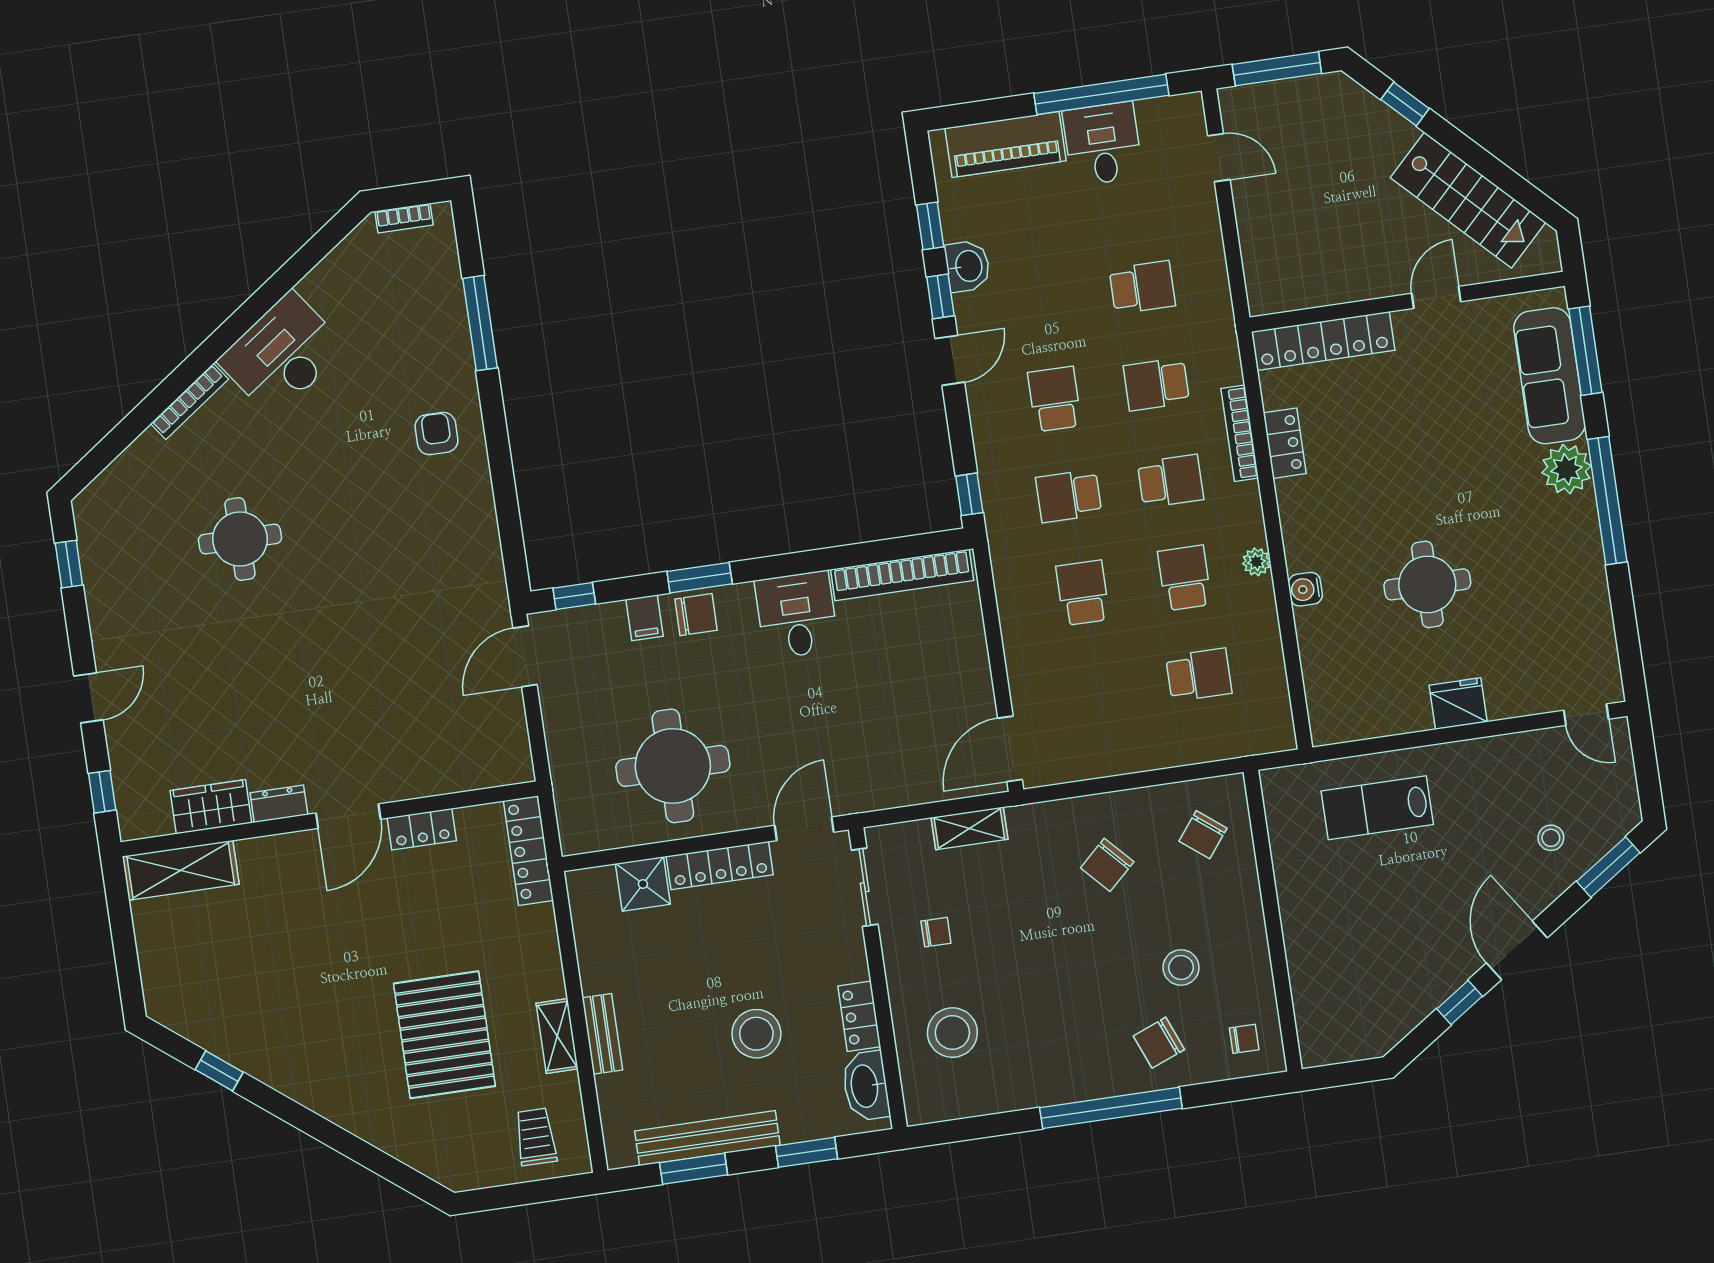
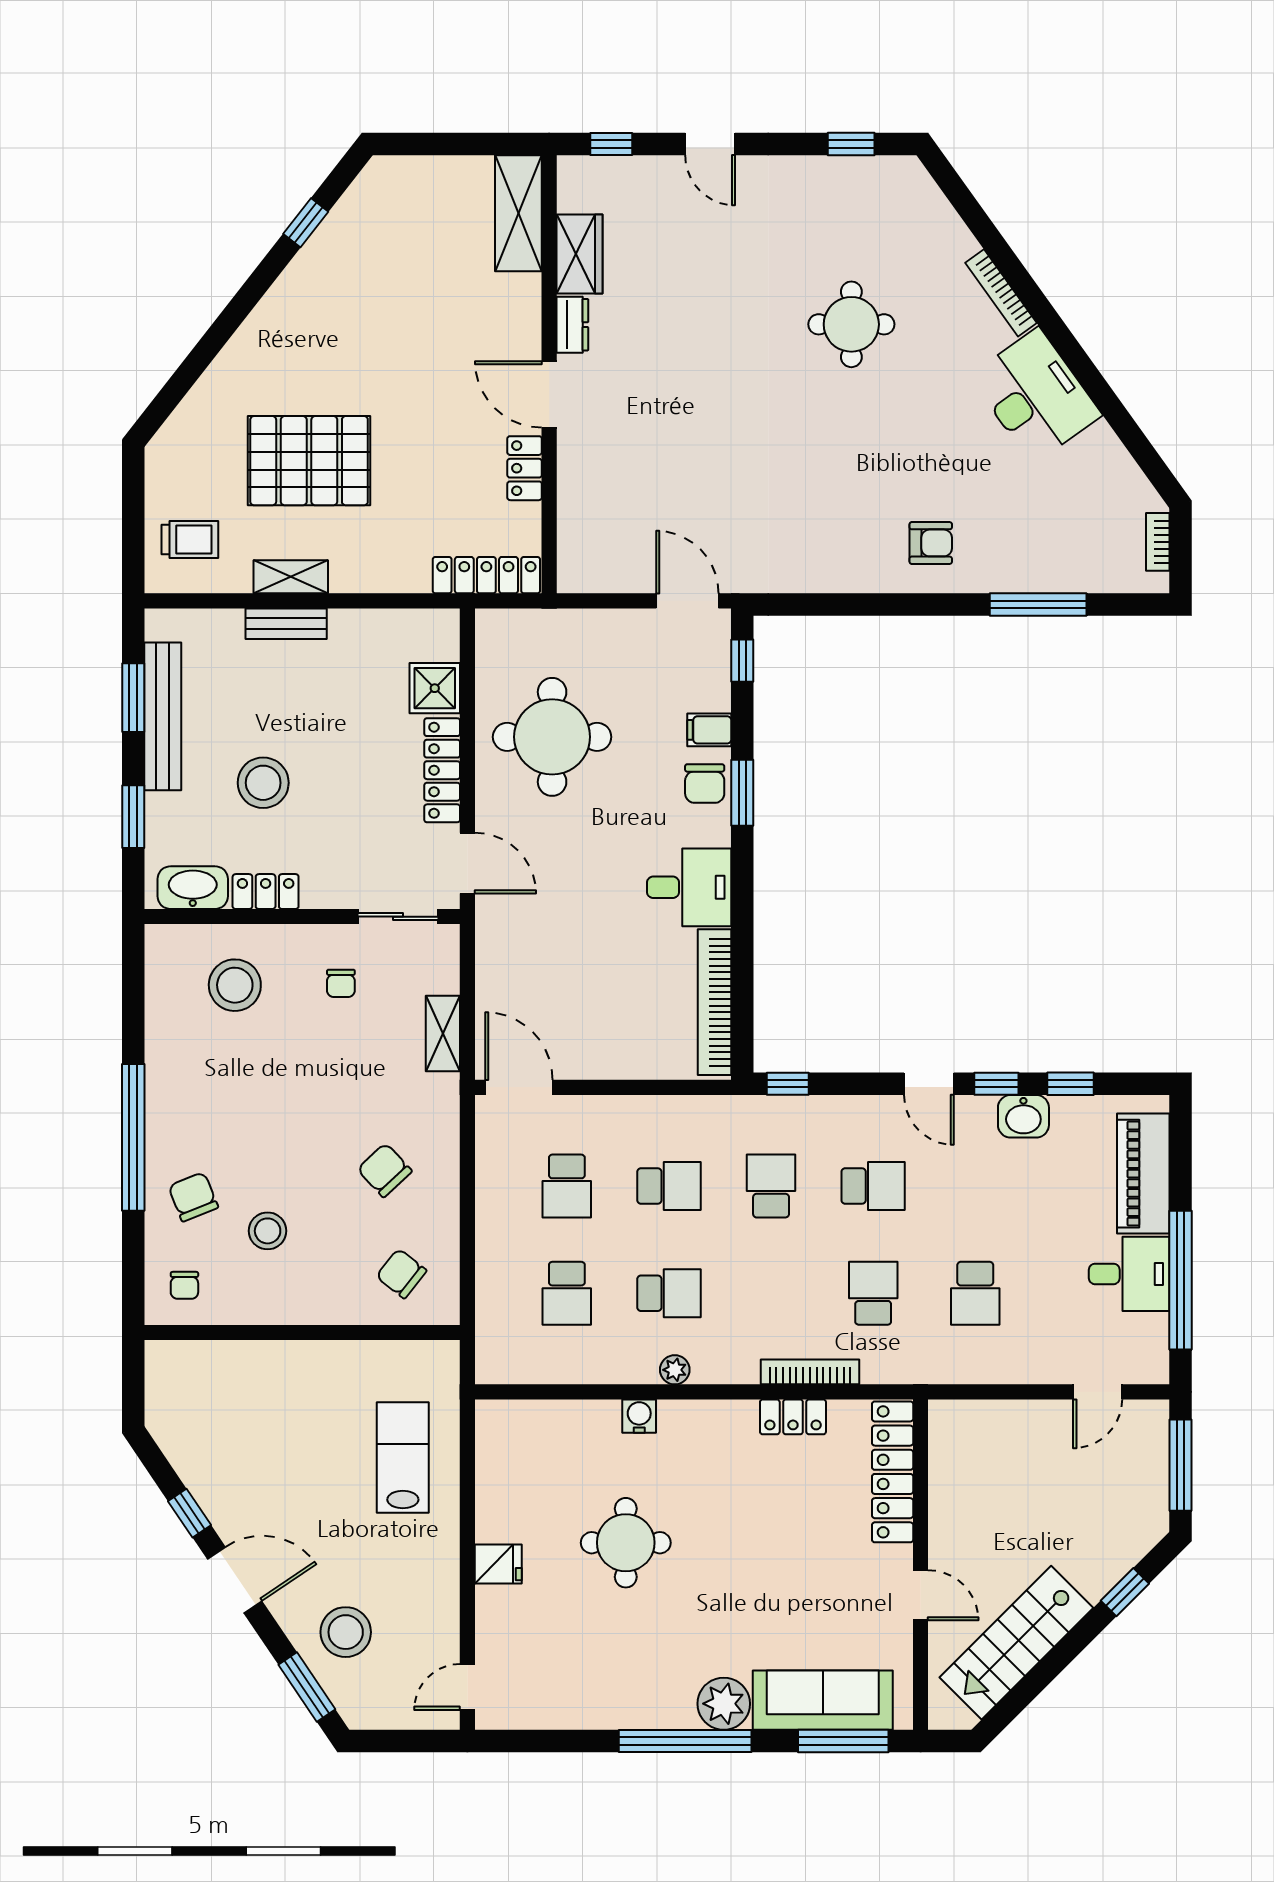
school desk: (1170, 481) -> (567, 1186), moved
fridge: (1458, 704) -> (498, 1564), width x0.72
stool: (1551, 838) -> (346, 1632), width x1.89, depth x1.89

